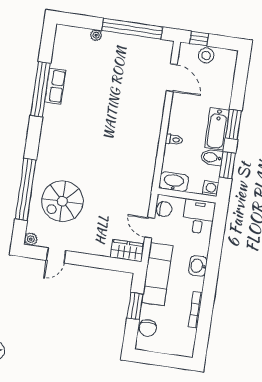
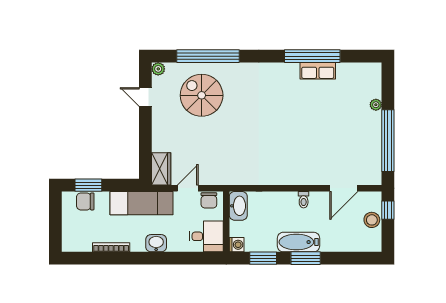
toilet: (174, 140) -> (304, 200), moved
bidet: (212, 157) -> (269, 241), removed
window: (135, 306) -> (88, 185), moved

